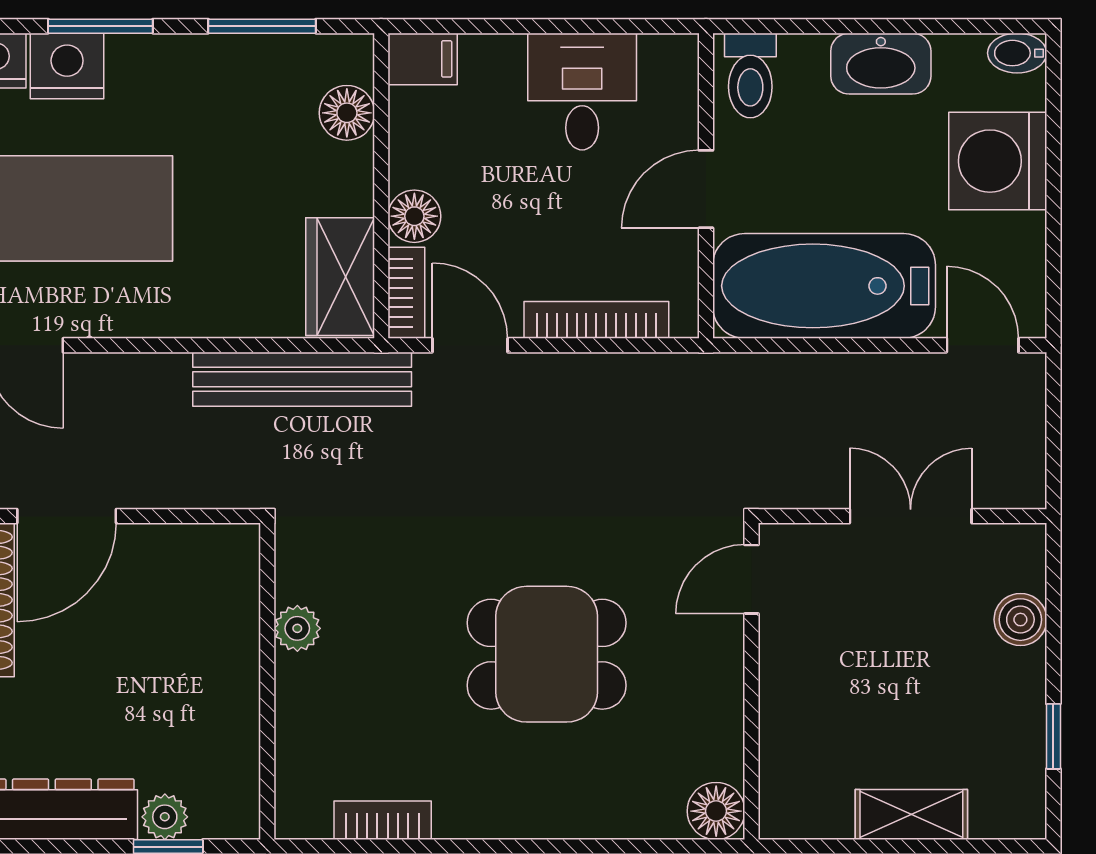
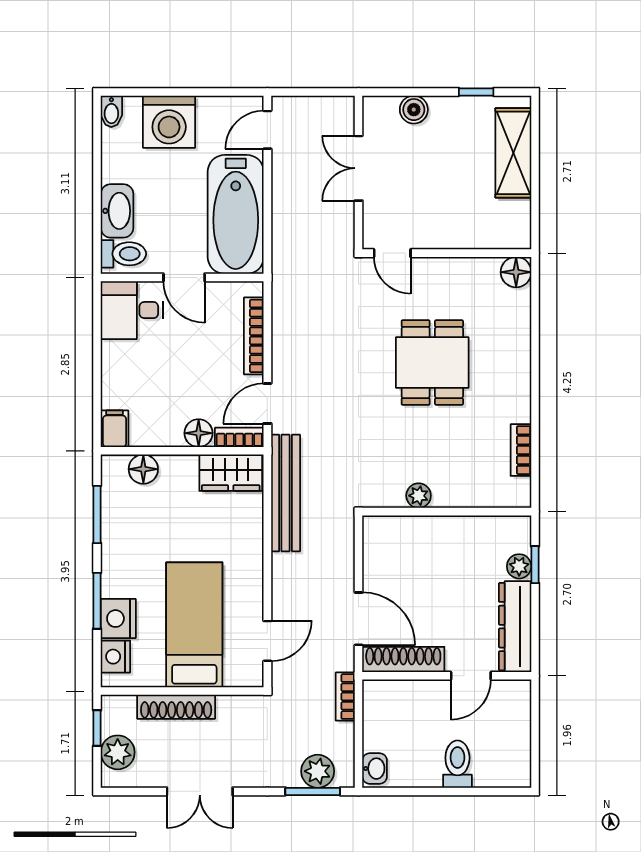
washbasin: (881, 64) -> (117, 211), moved
desk: (582, 92) -> (132, 310), moved
shelving: (911, 814) -> (513, 153), width x1.50, depth x1.33

